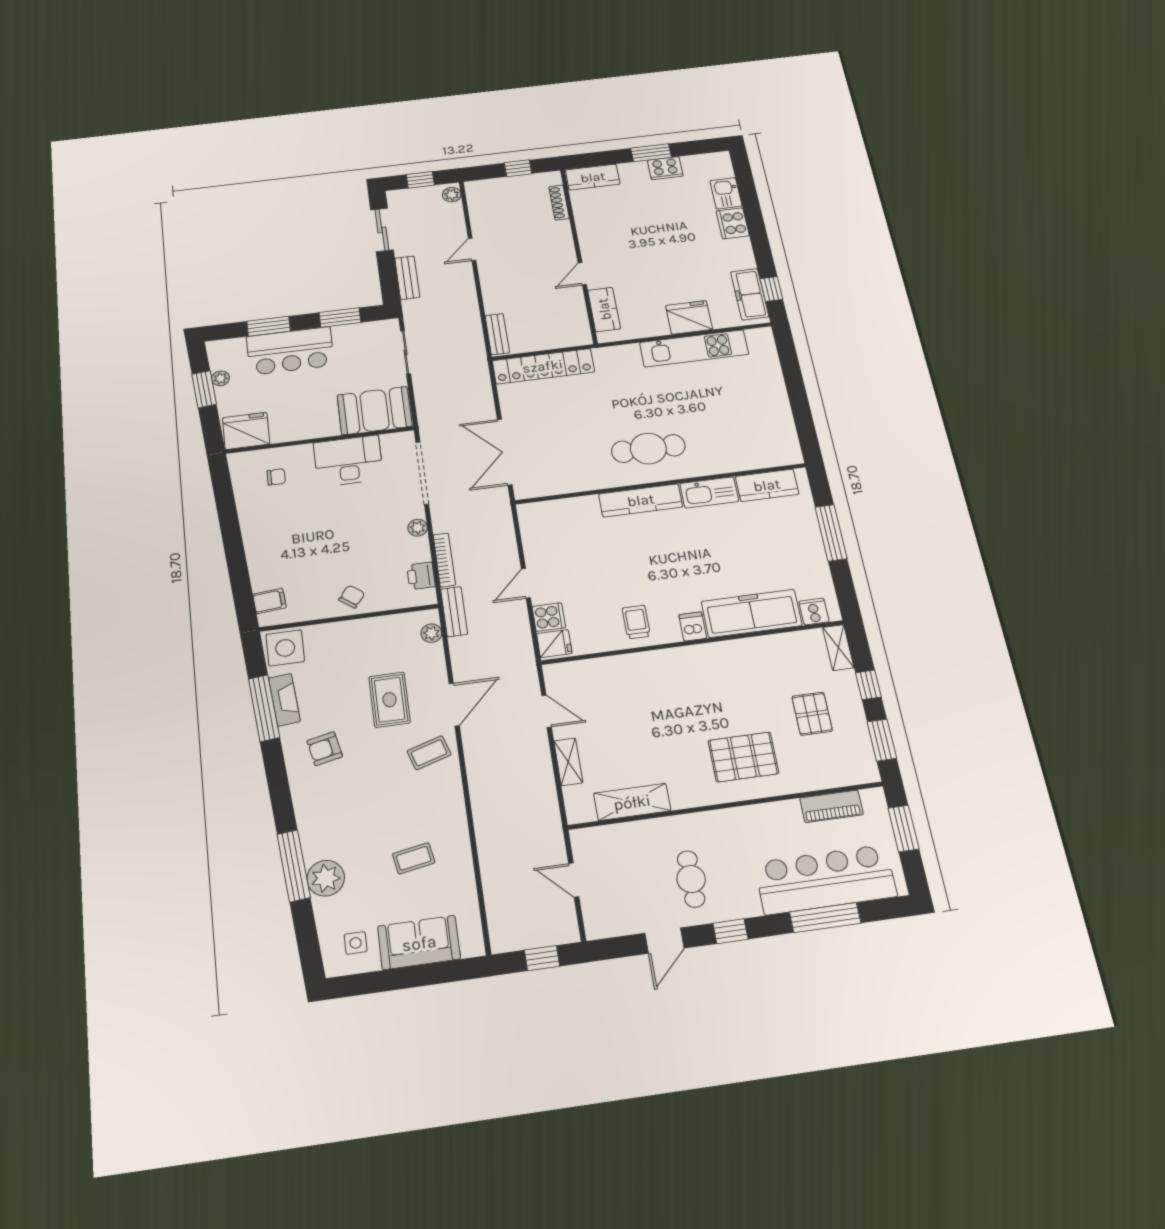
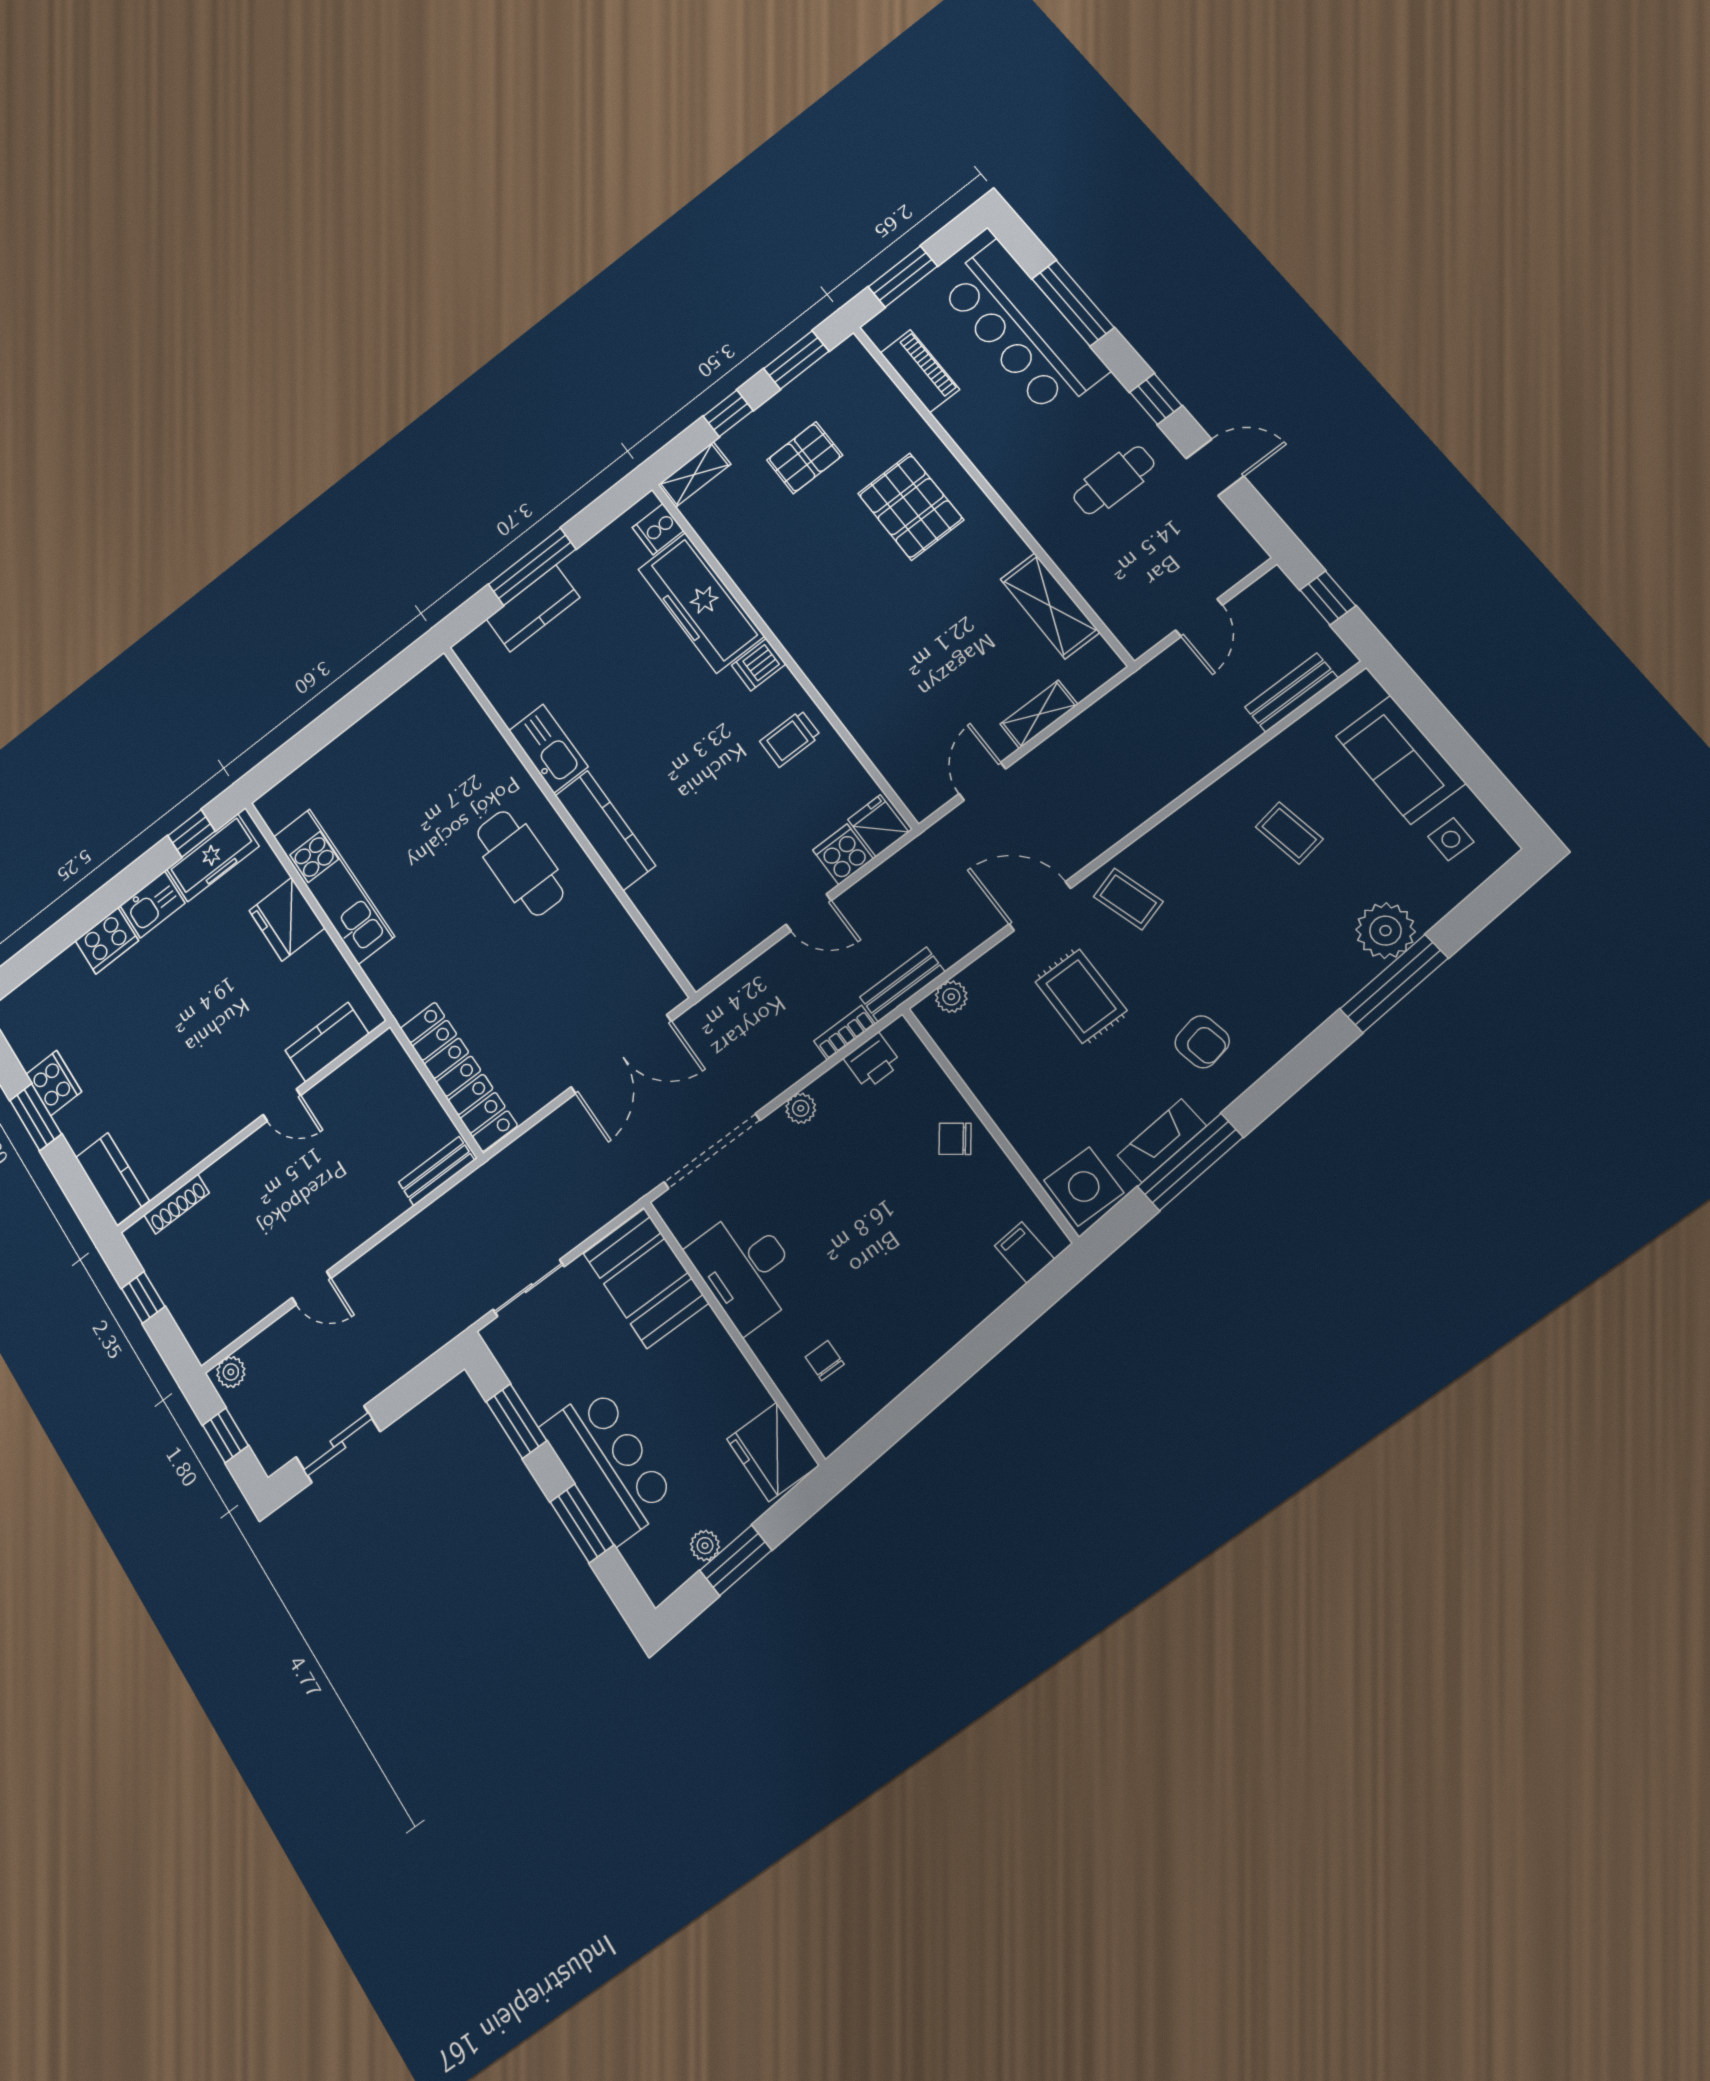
kitchen sink: (726, 193) -> (152, 904), moved
bench: (407, 278) -> (1291, 693), moved
kitchen counter: (767, 485) -> (533, 608), moved, turned 90
bookcase: (444, 560) -> (845, 1033), width x0.64
rug: (390, 700) -> (1081, 996), turned 90

